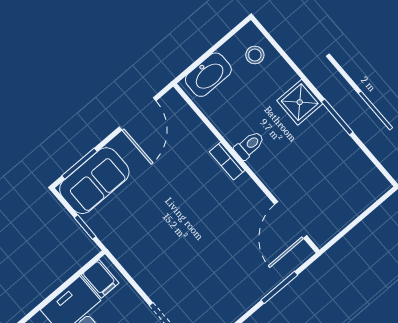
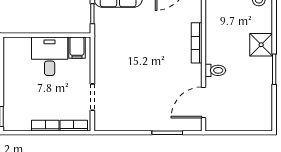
toilet: (249, 145) -> (215, 70), moved
bookcase: (227, 161) -> (197, 43), width x1.56

